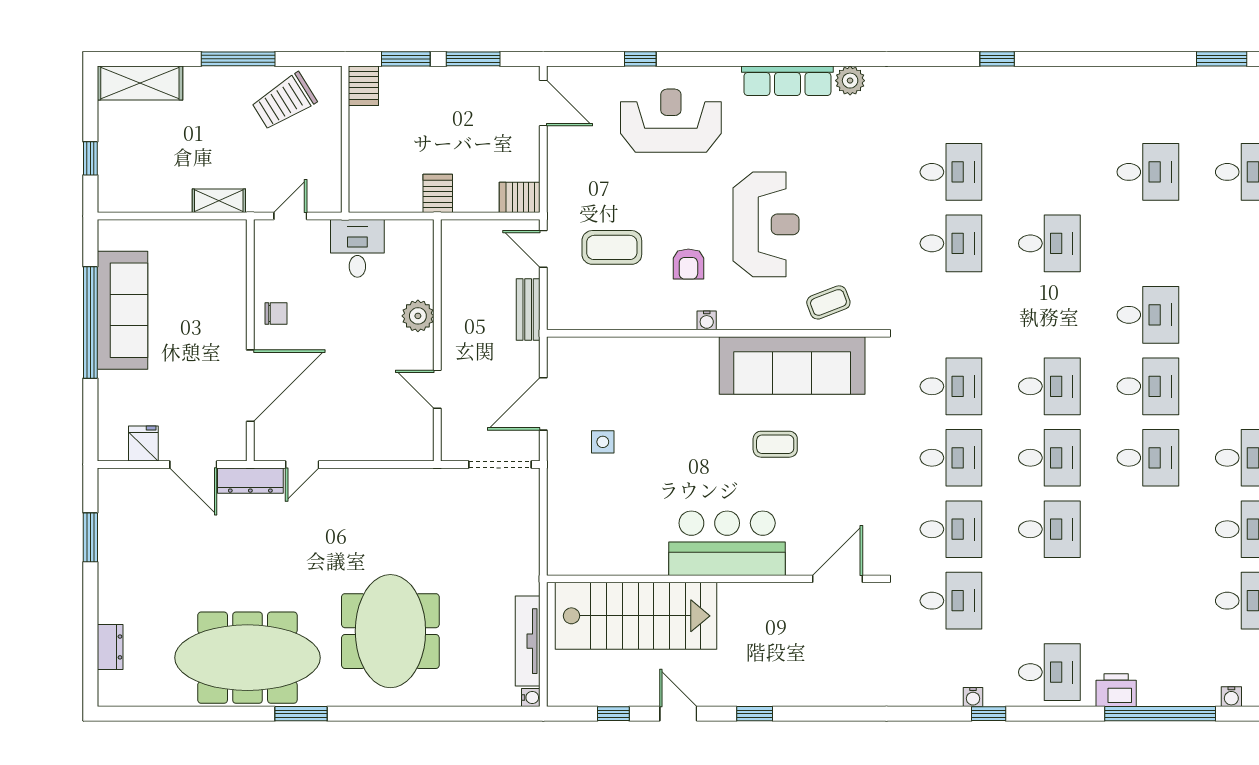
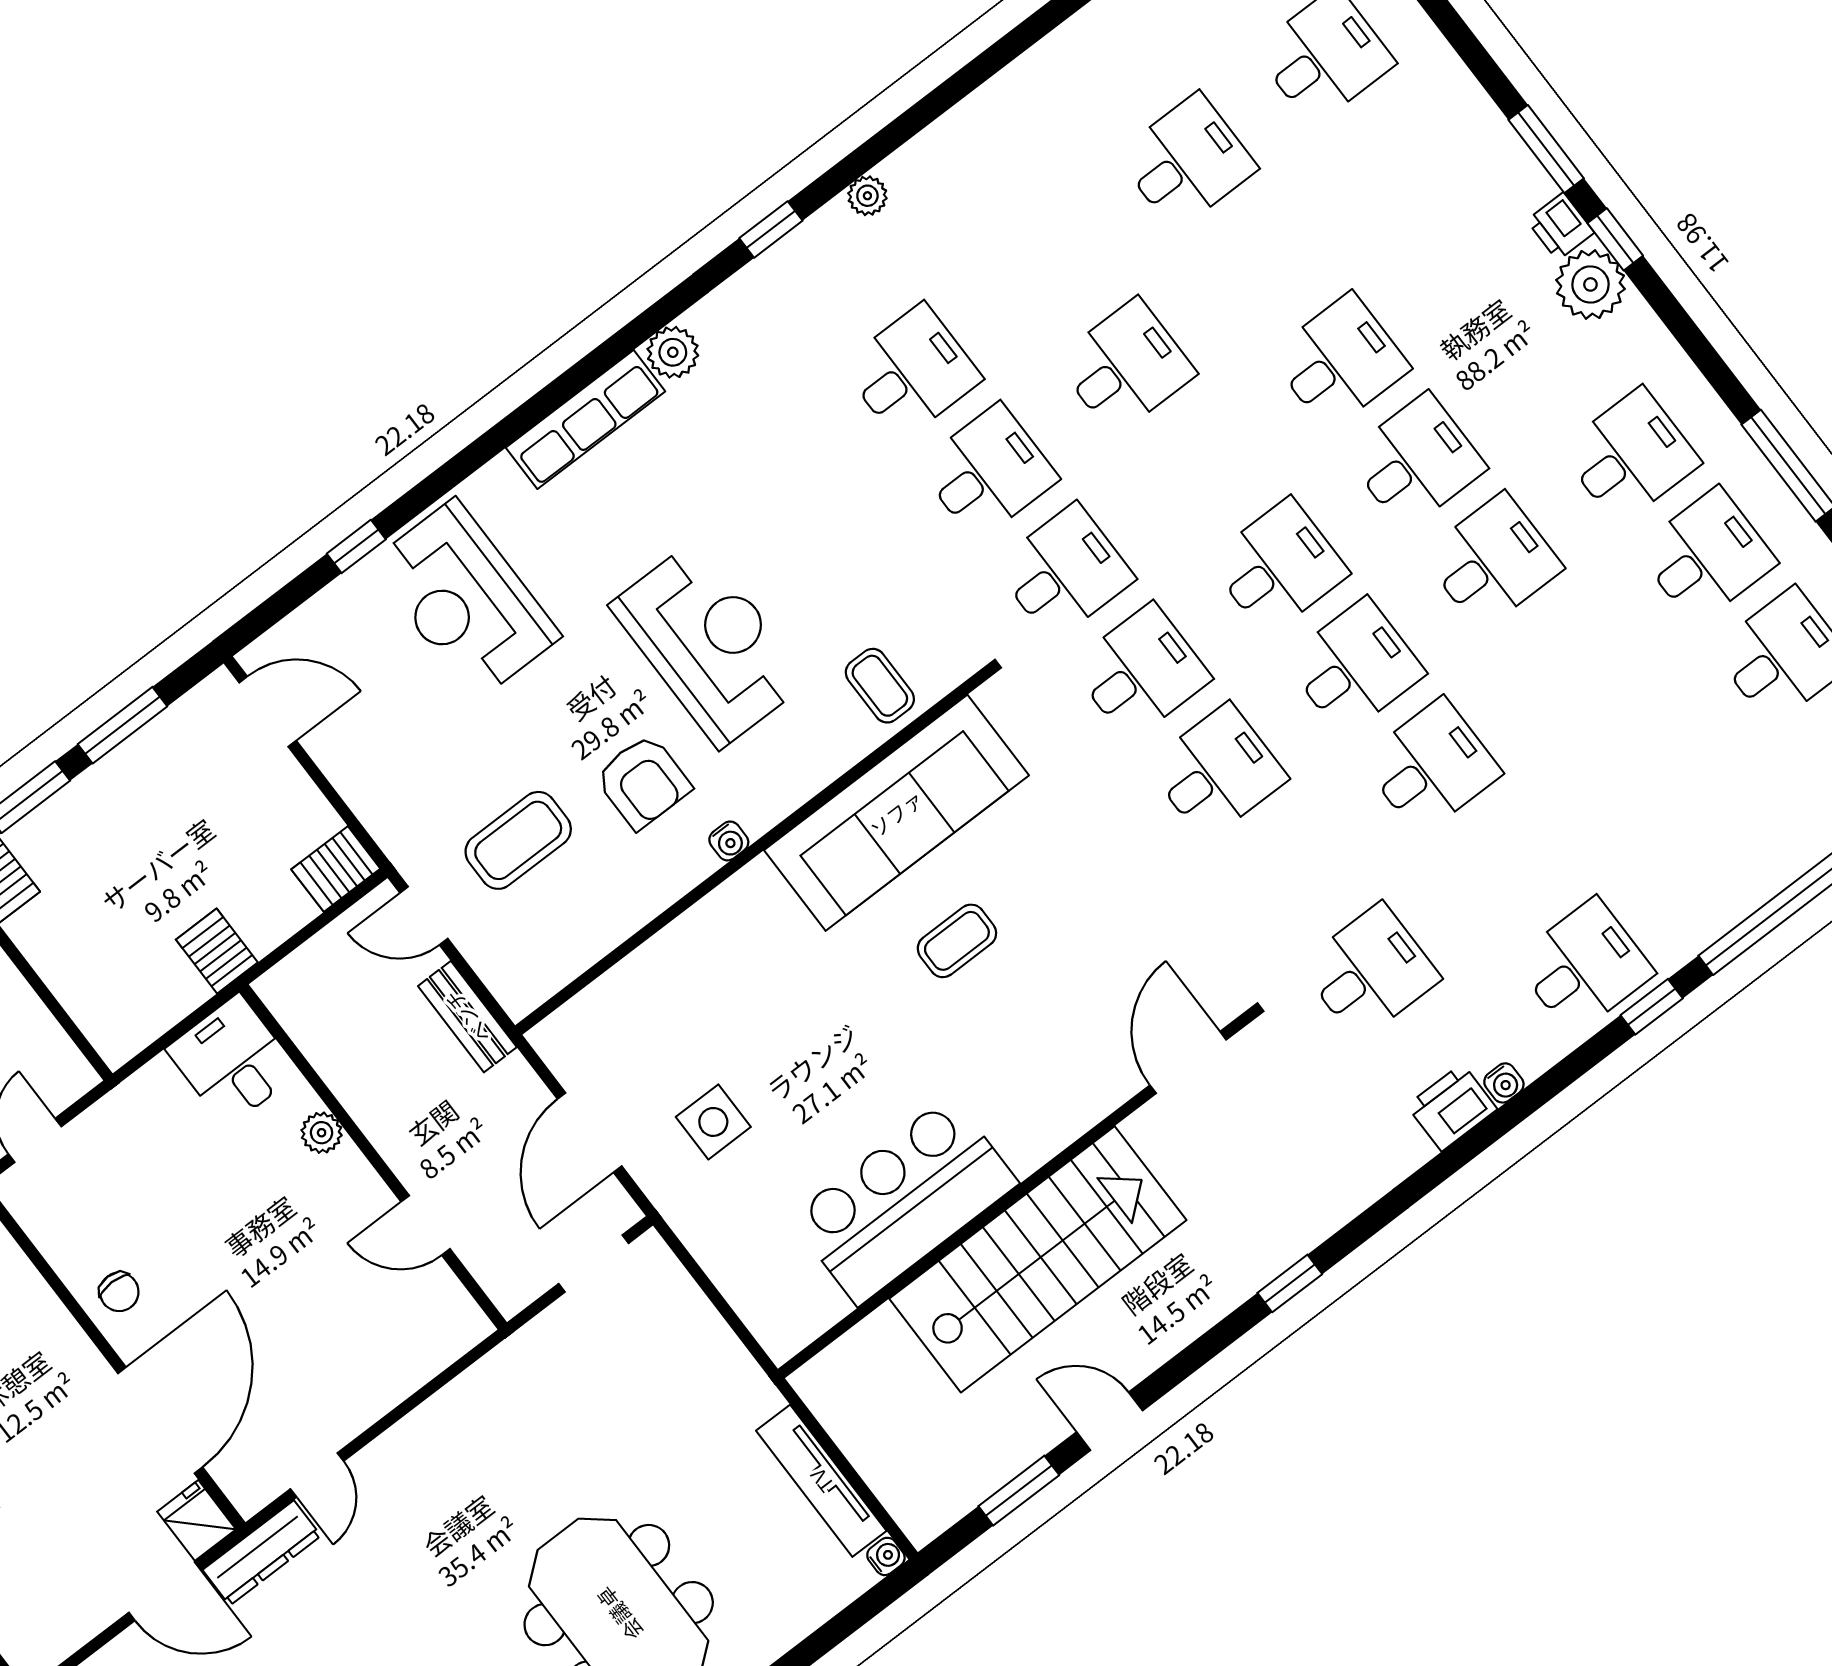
window: (997, 59) -> (771, 229), moved
plant: (992, 77) -> (867, 196), added
reception desk: (671, 121) -> (465, 600), turned -90
desk: (357, 248) -> (233, 1061), moved
armchair: (688, 264) -> (643, 782), width x1.38, depth x1.38
coffee table: (828, 302) -> (880, 686), turned -69
chair: (276, 314) -> (119, 1292), turned 90
plant: (418, 316) -> (322, 1133), width x0.73, depth x0.73
side table: (603, 442) -> (713, 1122), width x1.37, depth x1.37
fridge: (143, 443) -> (197, 1520), moved
doorway: (500, 464) -> (594, 1263), width x0.73
desk: (951, 529) -> (1064, 572), moved
bar counter: (727, 543) -> (904, 1200), moved
stairs: (636, 616) -> (1038, 1259), moved
printer: (1116, 690) -> (1452, 1107), moved
window: (613, 714) -> (1019, 1491), width x1.50
window: (755, 714) -> (1290, 1283), moved
window: (989, 714) -> (1652, 1007), moved

